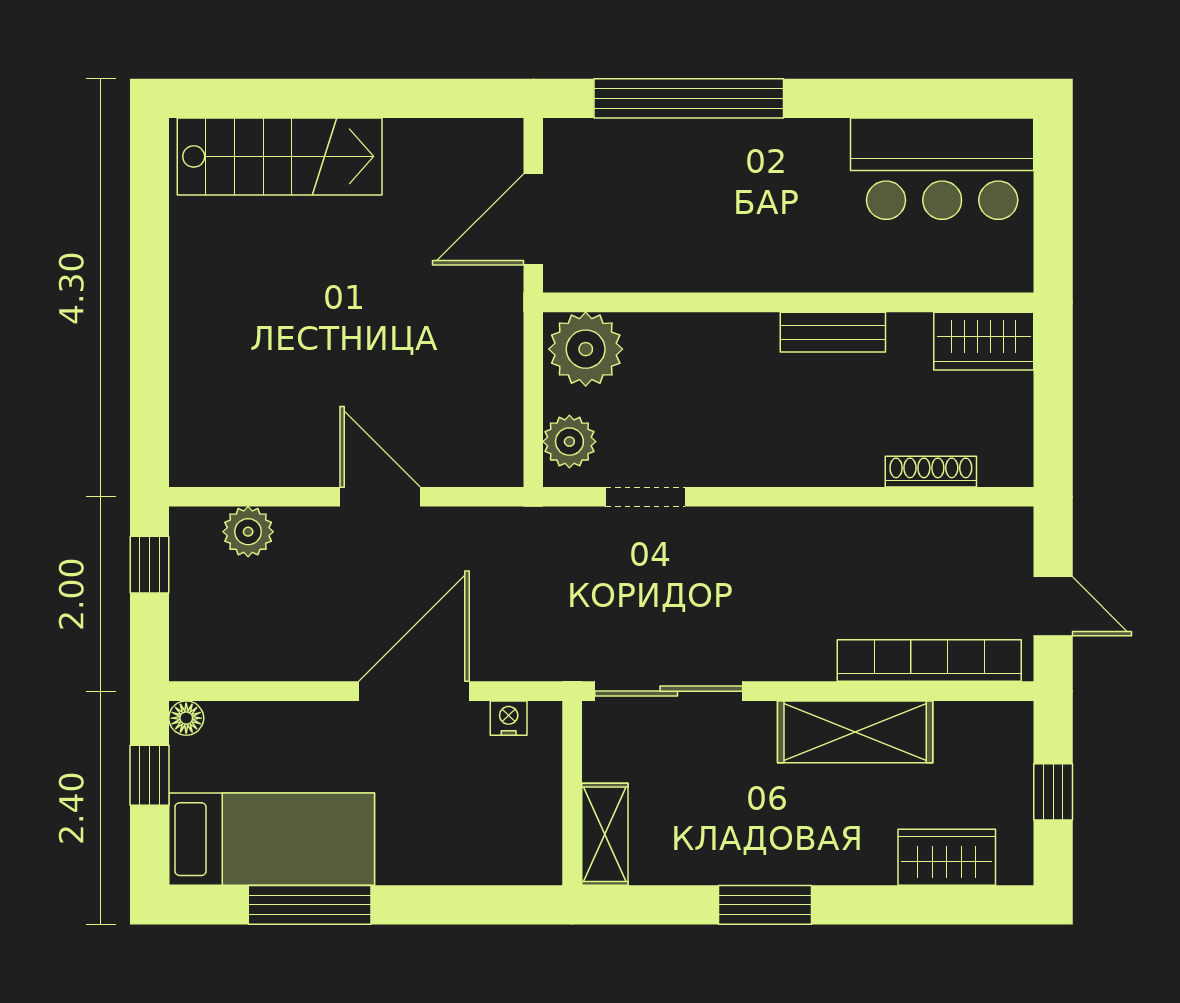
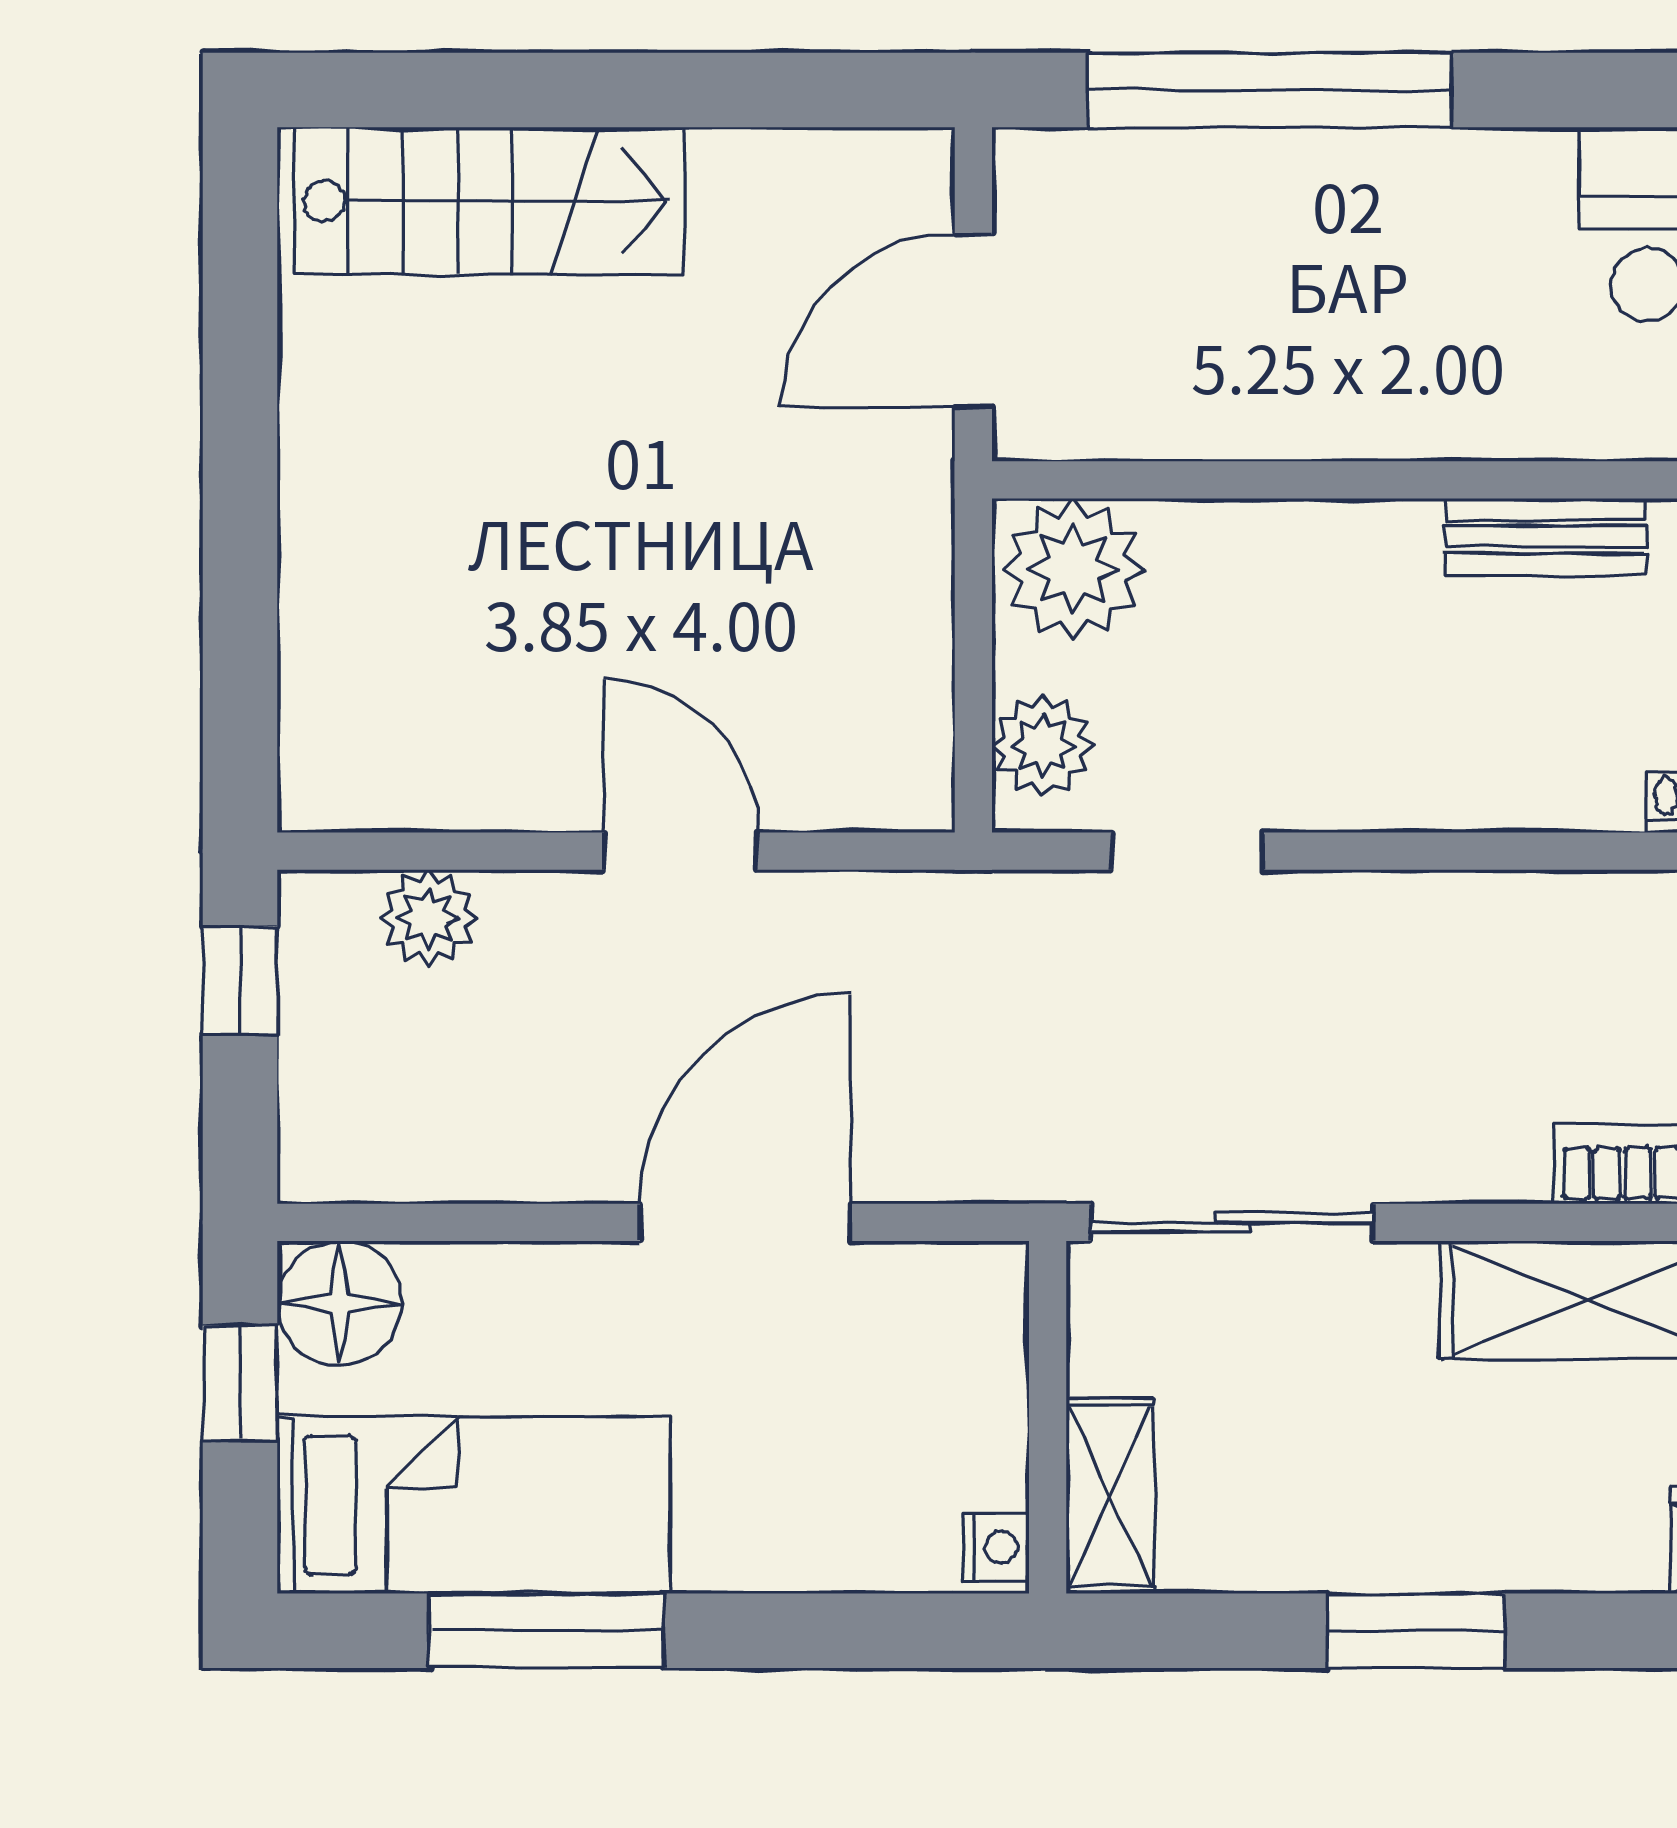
floor lamp: (186, 718) -> (339, 1303), width x1.89, depth x1.89
nightstand: (509, 718) -> (996, 1547), moved, turned 90

